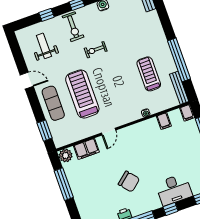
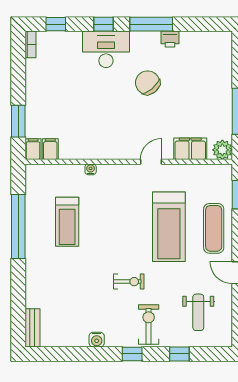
bench: (179, 88) -> (32, 188), removed
filing cabinet: (164, 121) -> (50, 149), moved
desk: (174, 190) -> (106, 49), moved

